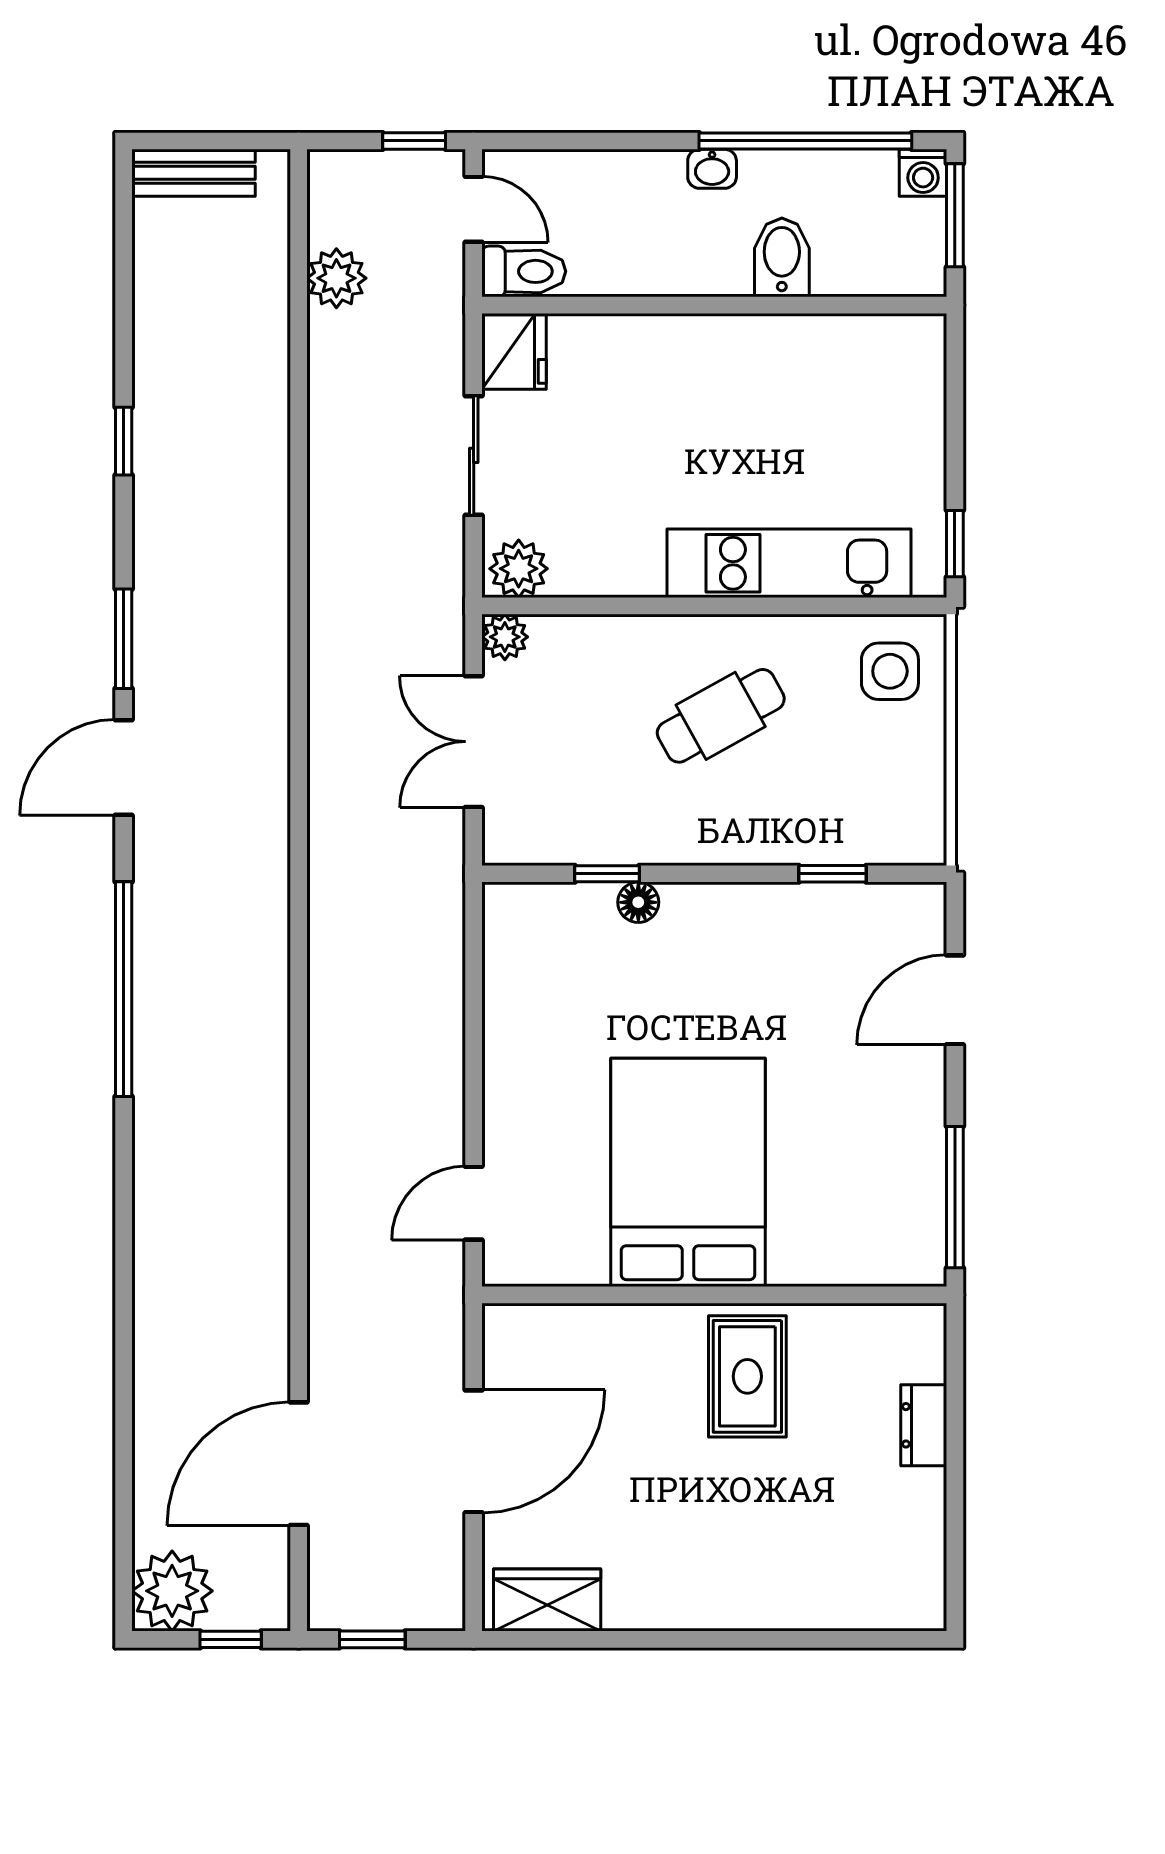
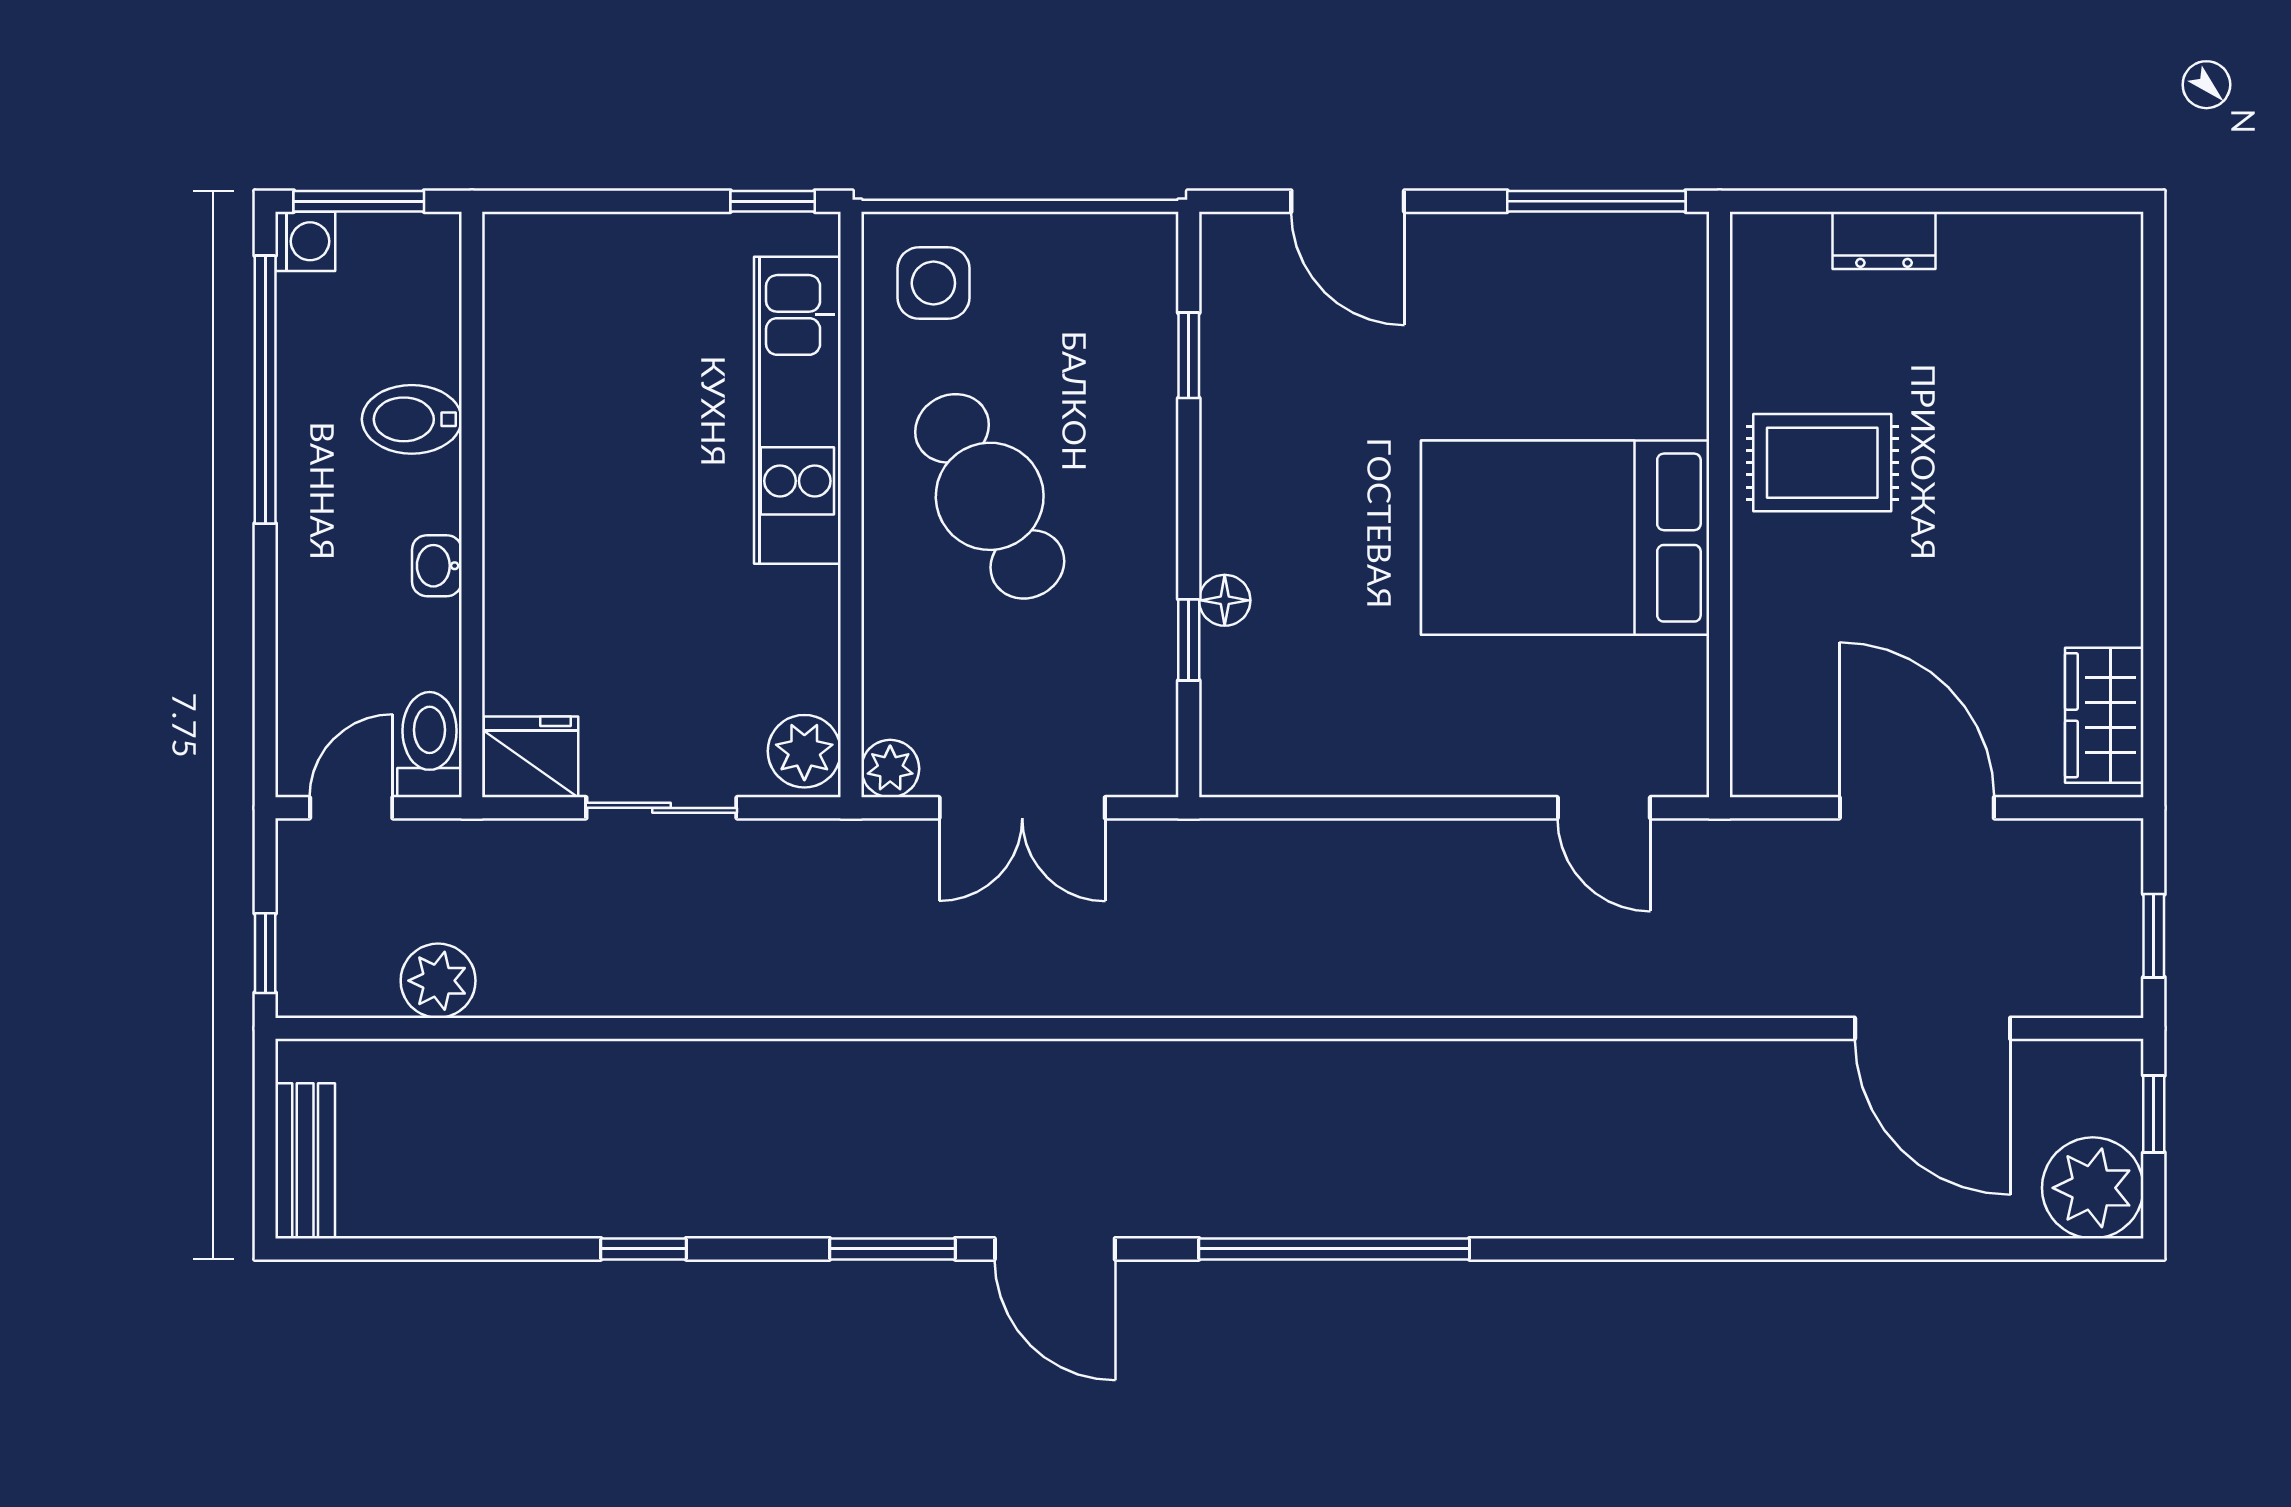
window: (414, 141) -> (265, 953), moved
washbasin: (712, 169) -> (437, 566), moved, turned 180
cafe table: (721, 716) -> (990, 496), width x1.37, depth x1.35

